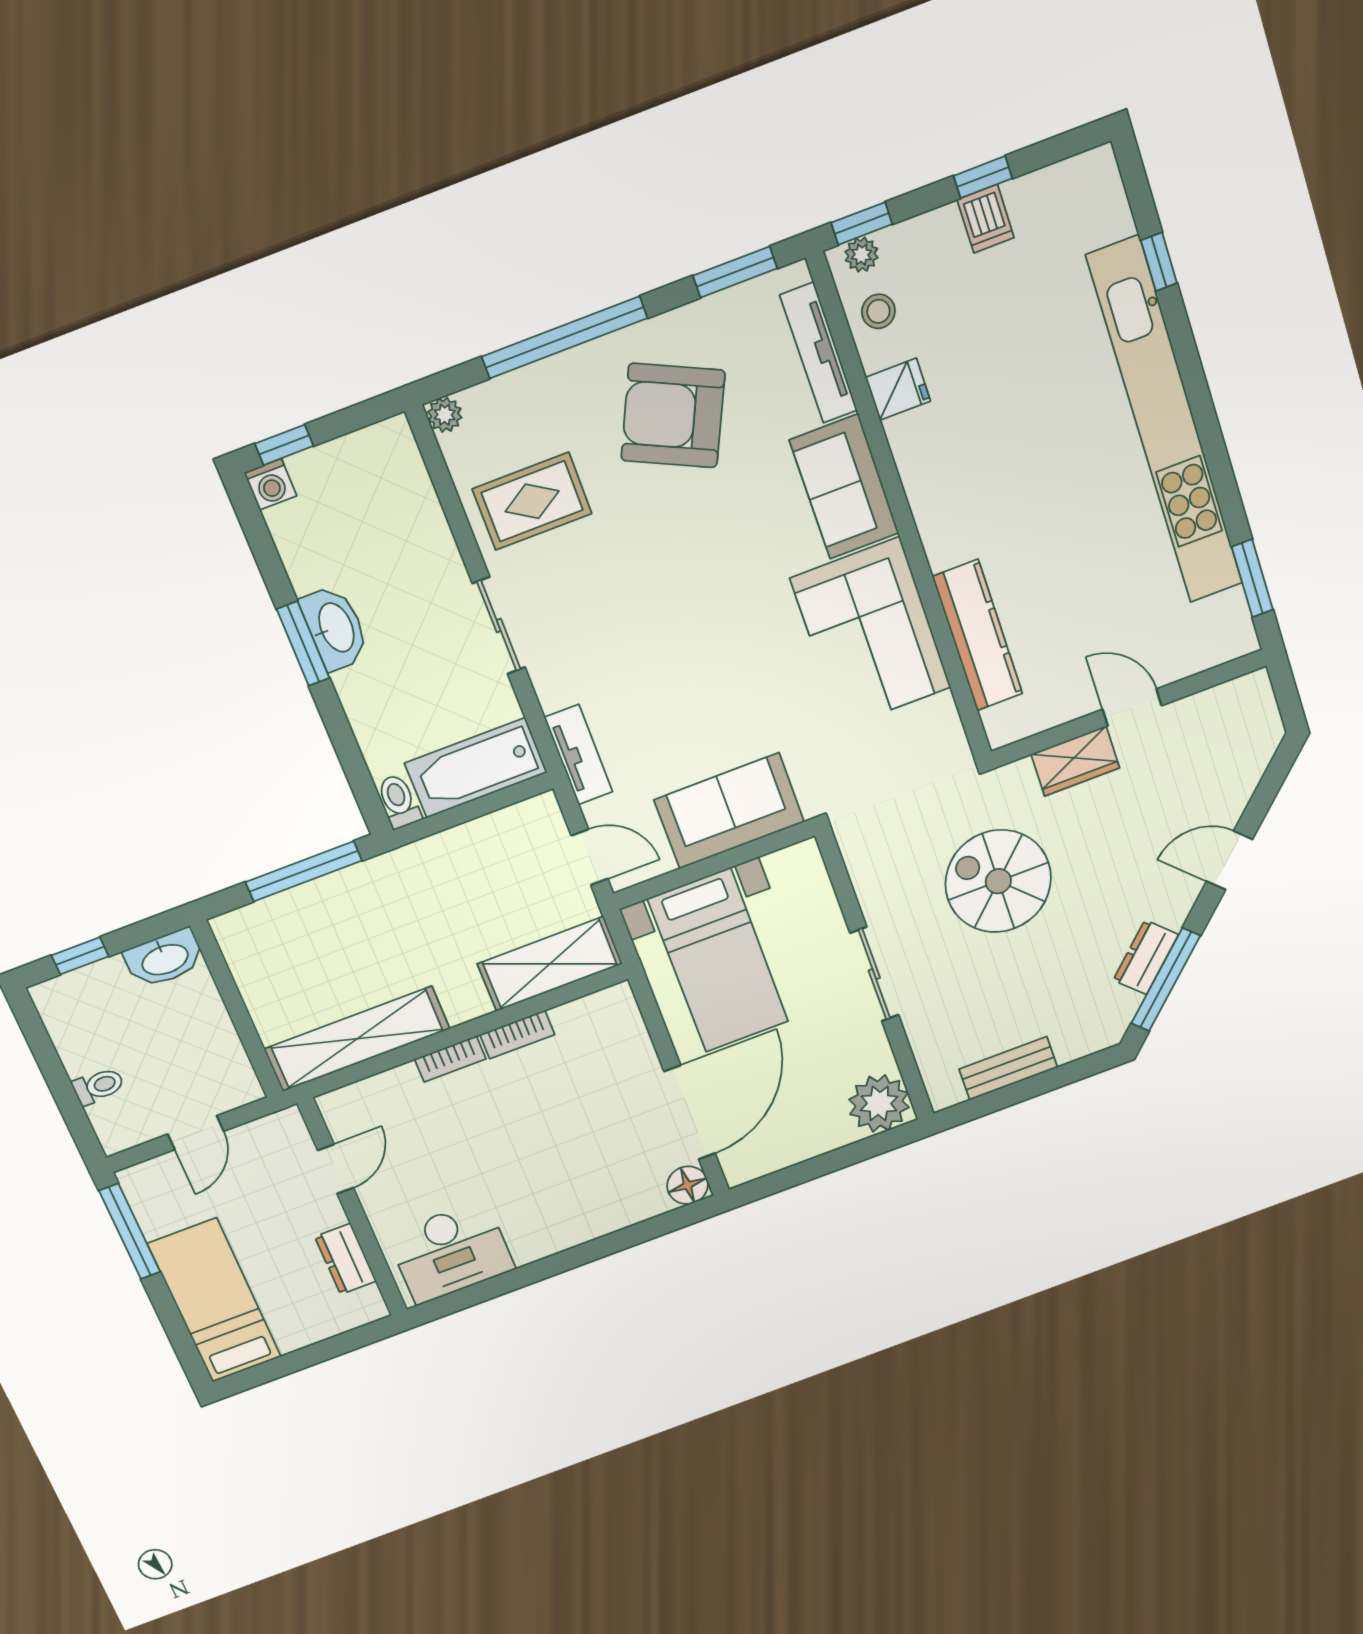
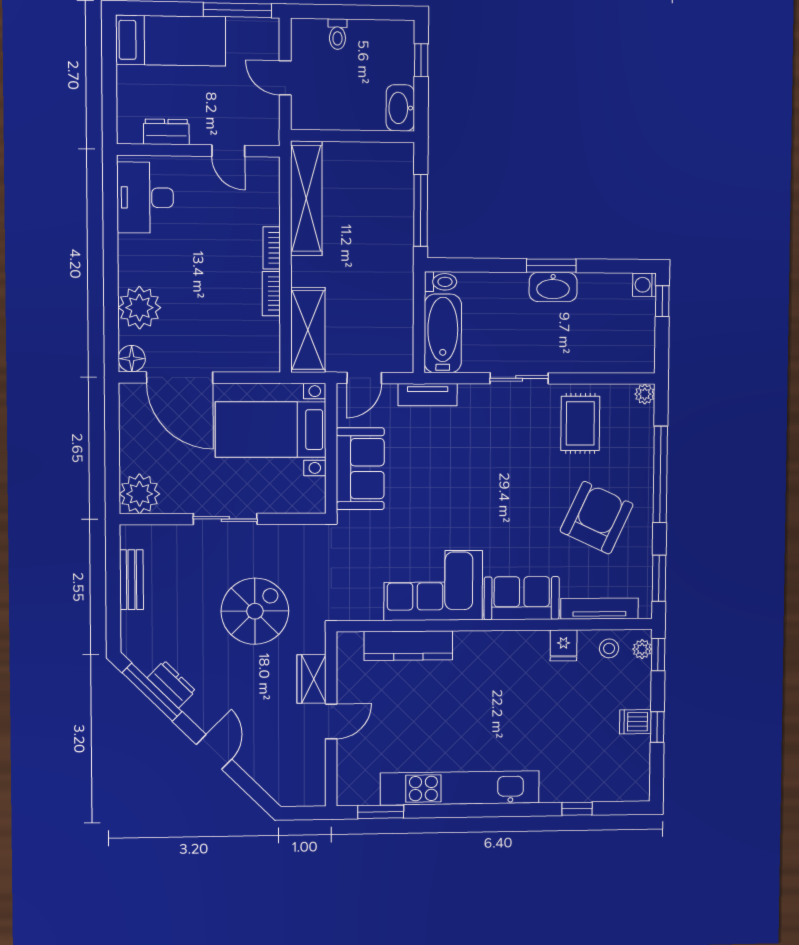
kitchen unit: (1165, 422) -> (460, 788), width x0.73
plant: (610, 1202) -> (139, 308), added

